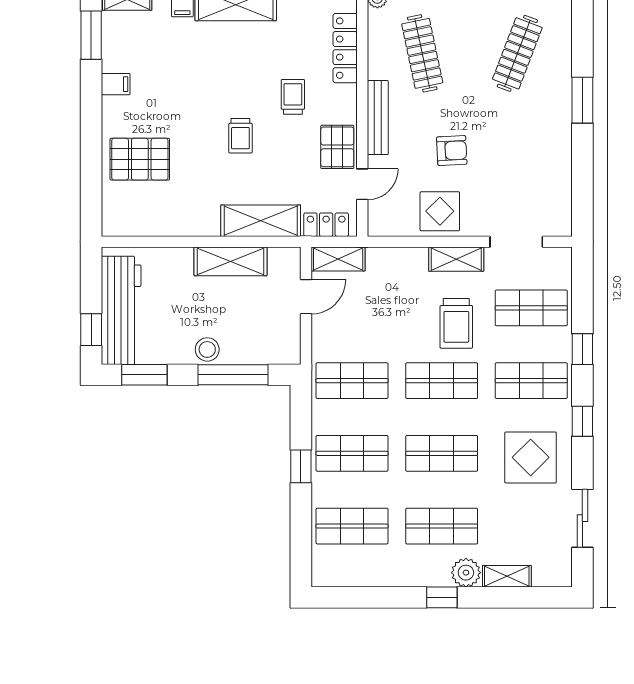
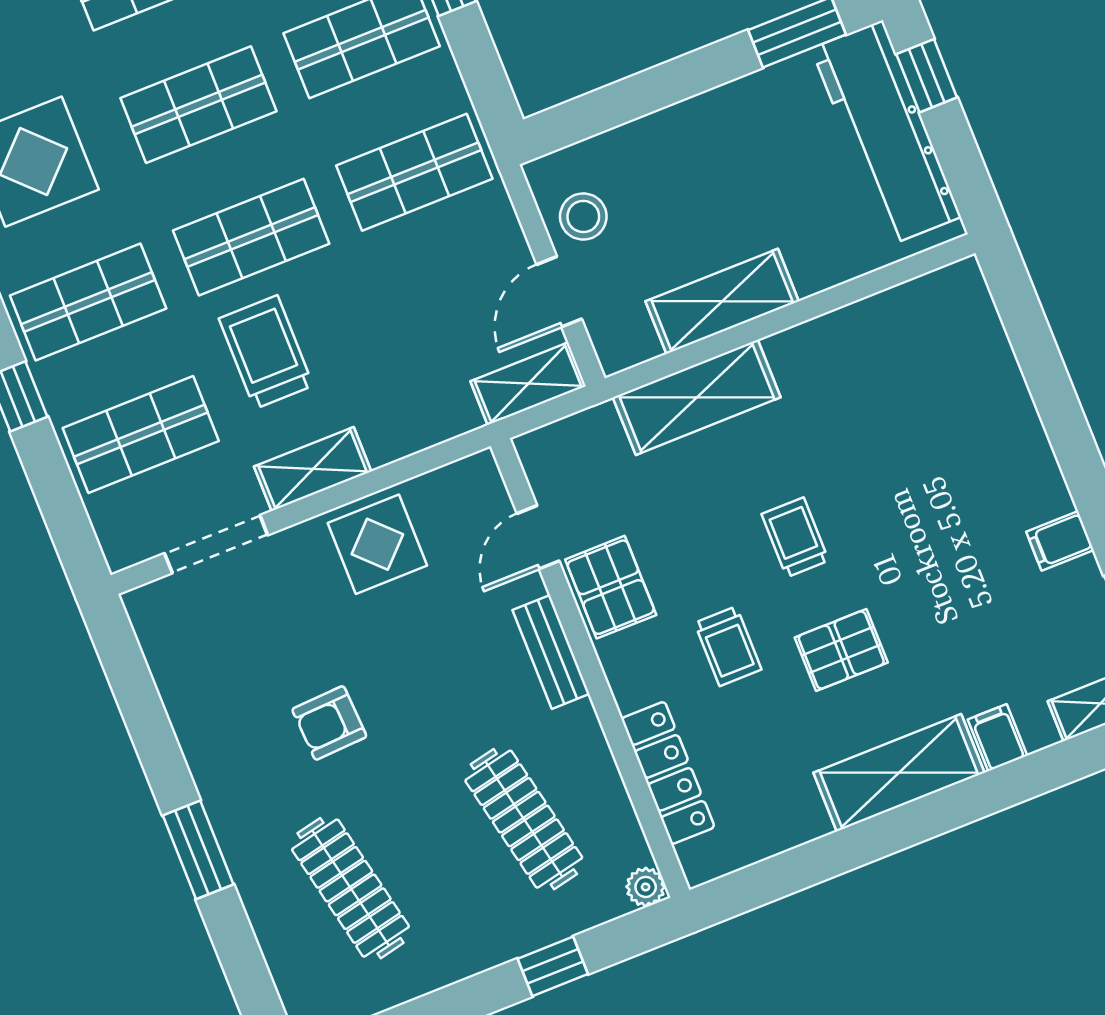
clothes rail: (517, 53) -> (351, 888), turned -33
bench: (378, 118) -> (551, 652), width x0.73
armchair: (452, 151) -> (329, 723), moved
pallet: (140, 159) -> (841, 650), moved, width x0.67, depth x0.71
locker: (326, 225) -> (575, 437), removed
stool: (207, 349) -> (583, 216), moved
window: (233, 375) -> (635, 97), removed

